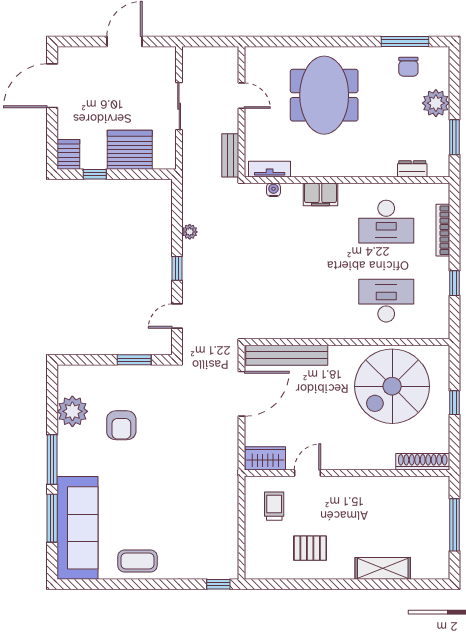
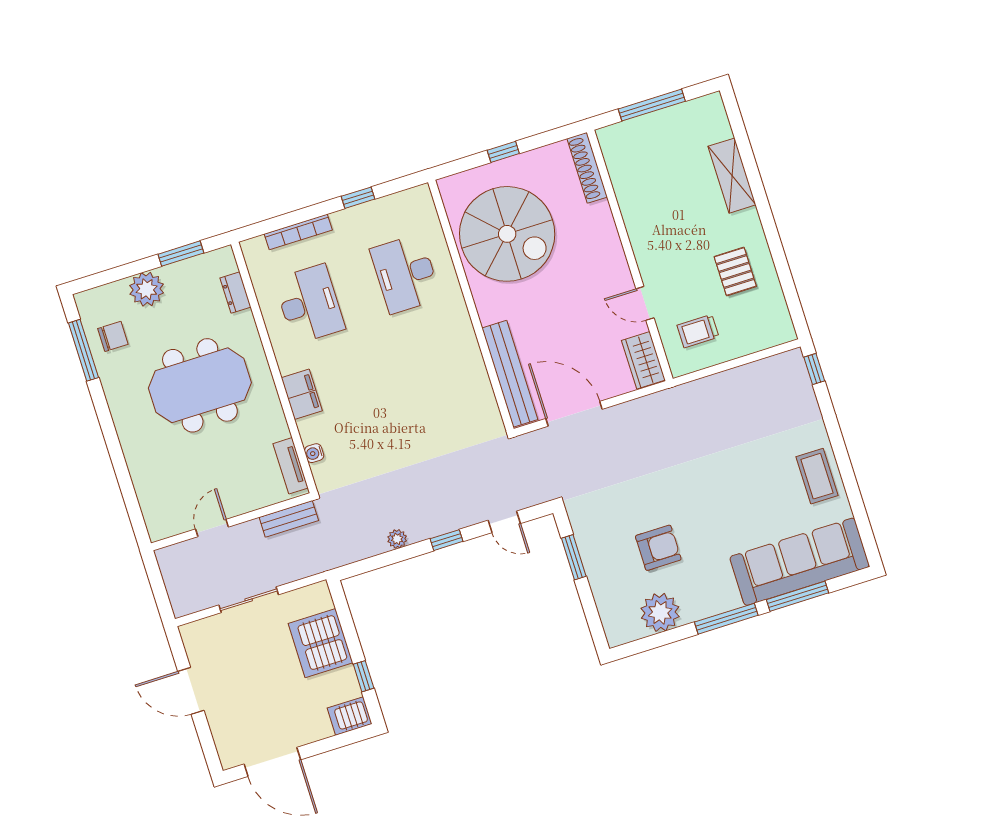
meeting table: (324, 95) -> (200, 385), moved

